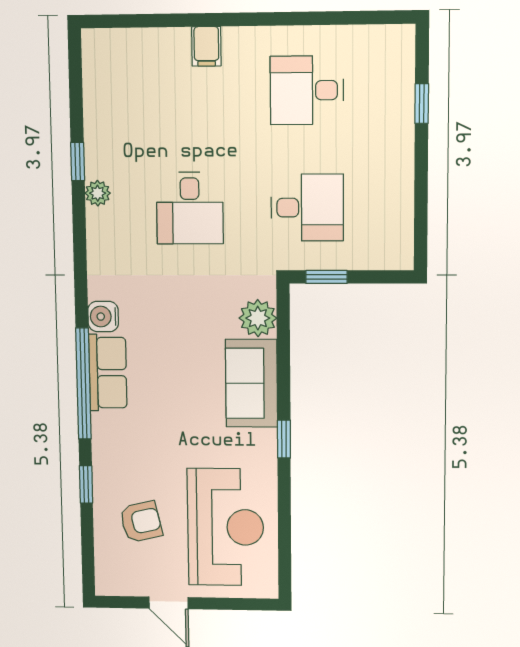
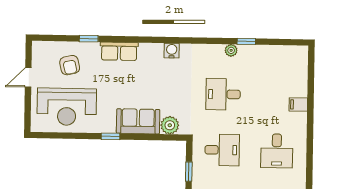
desk: (307, 90) -> (277, 151), turned 180
desk: (307, 208) -> (222, 150), turned -90
window: (326, 277) -> (189, 172), moved
row of seats: (108, 373) -> (119, 51), moved
window: (83, 384) -> (139, 40), removed

